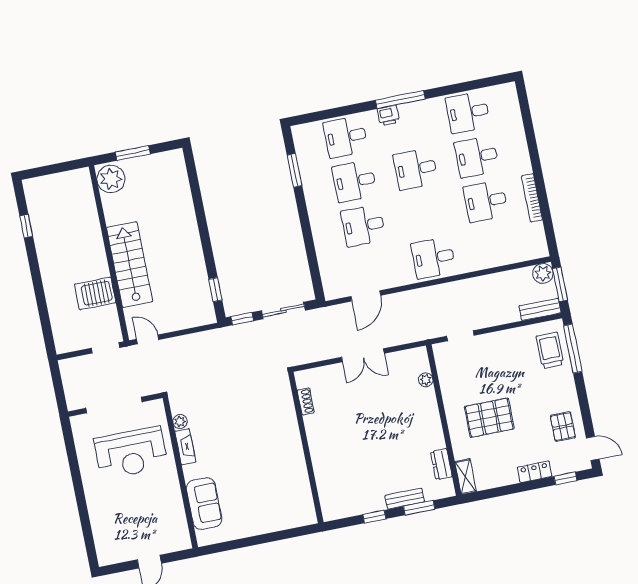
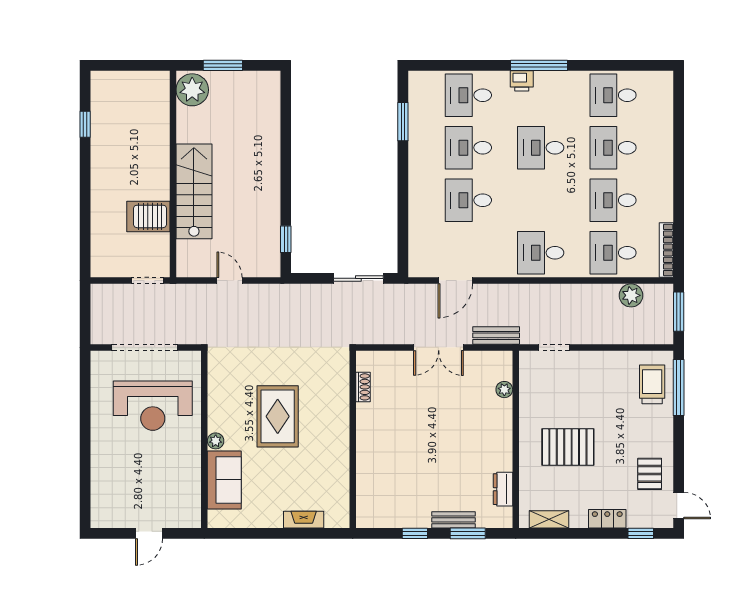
bookcase: (532, 198) -> (666, 250), moved
desk: (495, 246) -> (613, 253), added
plant: (543, 274) -> (631, 295), moved
bench: (540, 309) -> (496, 335), moved
window: (242, 319) -> (310, 278), removed
door: (148, 339) -> (230, 281), moved
plant: (180, 422) -> (216, 441), moved
rug: (238, 441) -> (278, 416), added
fireplace: (185, 447) -> (304, 520), moved, turned -90
shelving: (466, 477) -> (549, 519), moved, turned 90

